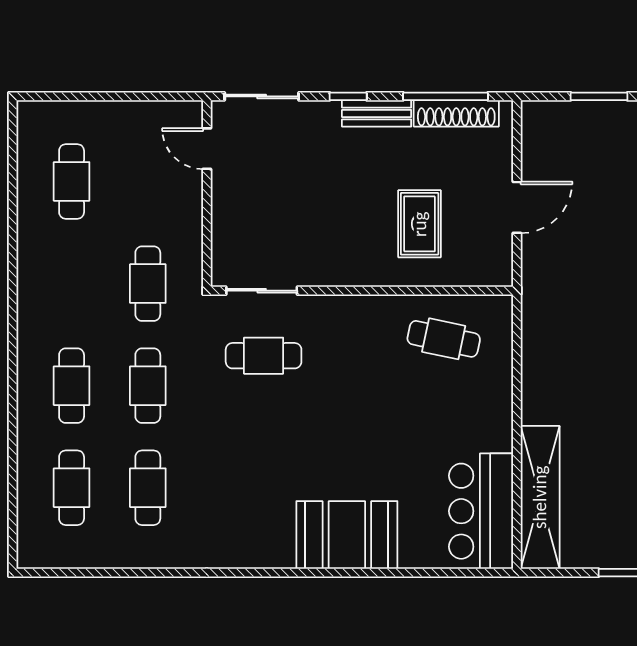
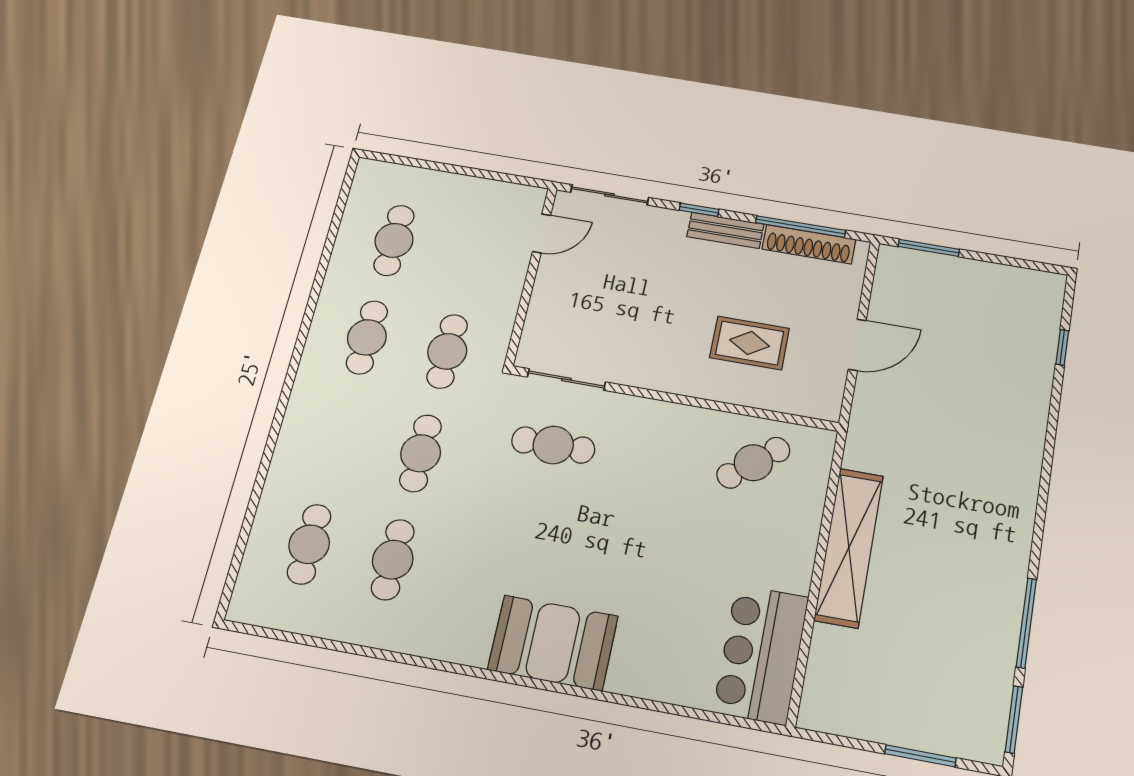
window: (599, 96) -> (929, 248), moved
door: (207, 149) -> (542, 233), swing flipped
rug: (420, 224) -> (750, 343), turned 90
cafe table: (444, 339) -> (753, 463), turned -53
cafe table: (72, 386) -> (367, 337), moved
shelving: (540, 497) -> (849, 547), moved
booth: (347, 535) -> (553, 643), moved

